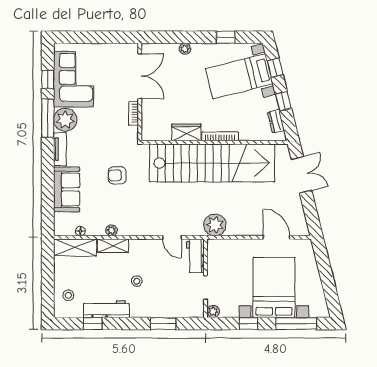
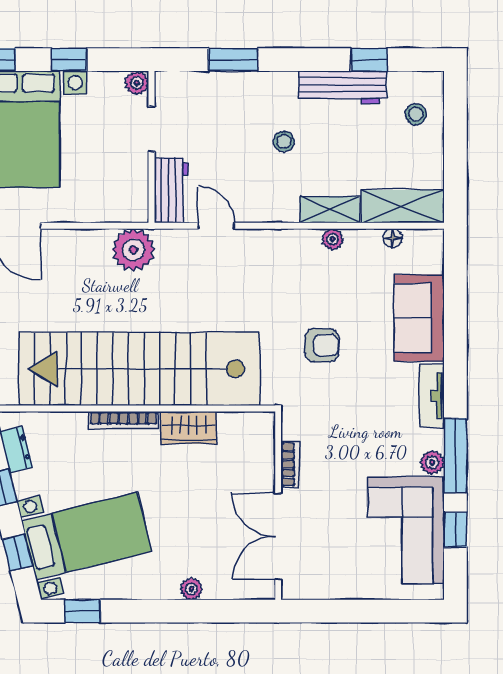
window: (226, 37) -> (82, 611), moved
plant: (65, 120) -> (432, 463), width x0.53, depth x0.53

